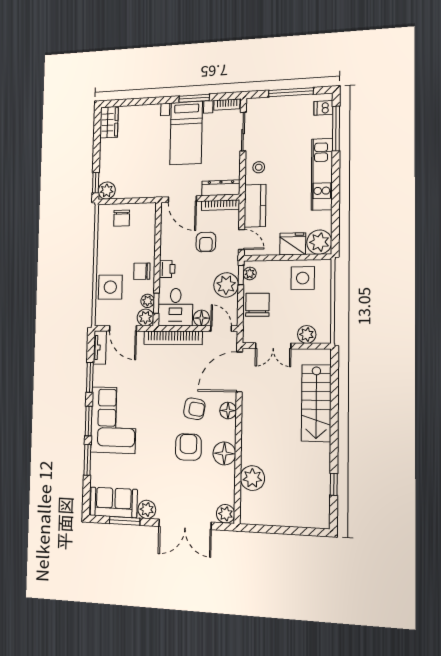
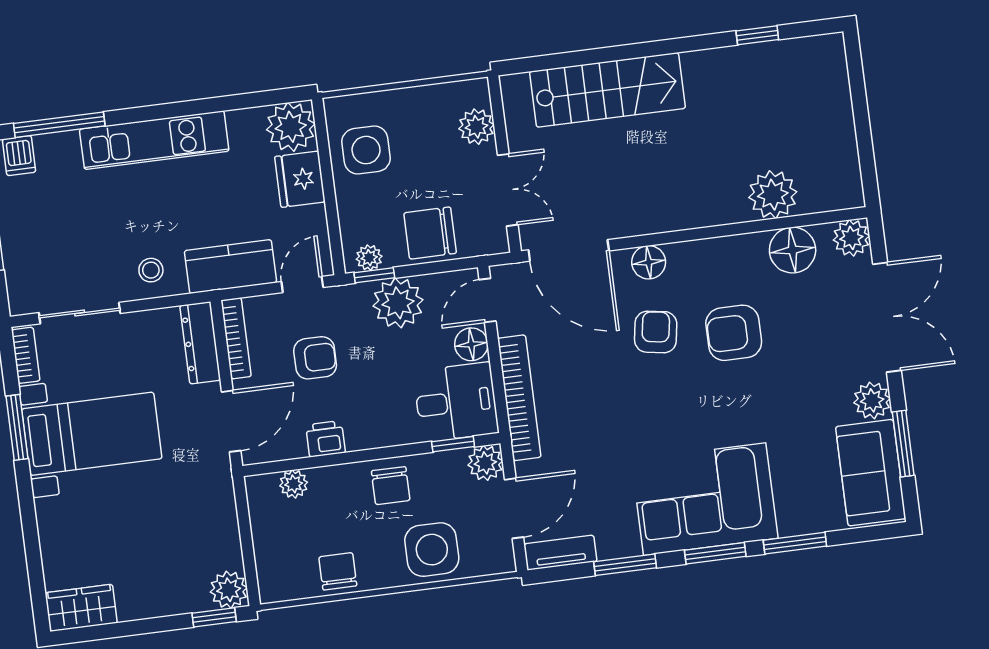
chair: (122, 218) -> (338, 571), moved, turned -90
printer: (167, 269) -> (325, 439), moved
plant: (147, 301) -> (294, 484), moved
floor lamp: (224, 453) -> (793, 250), moved

